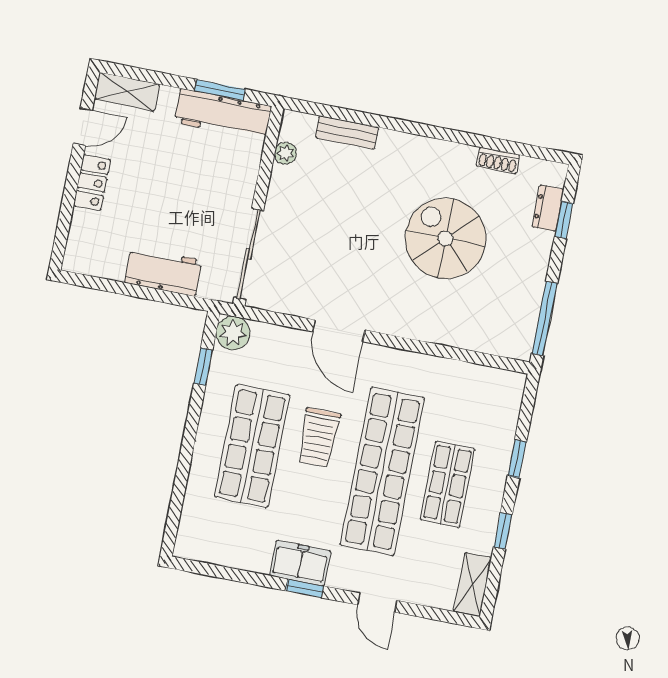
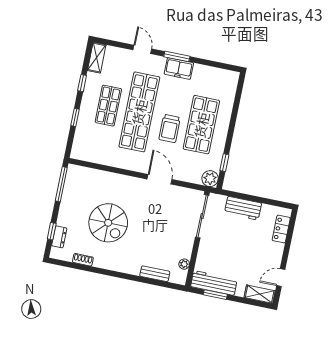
locker: (92, 182) -> (281, 229), moved
trolley: (319, 437) -> (170, 128), turned 180
window: (305, 588) -> (177, 56), width x1.50

